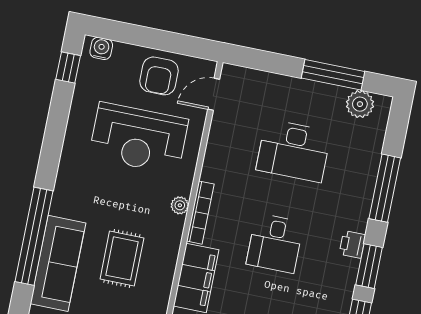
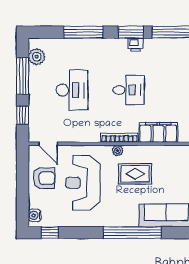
window: (269, 62) -> (23, 115), added
reception desk: (139, 138) -> (83, 183), turned 180
window: (34, 236) -> (132, 233), moved
printer: (352, 245) -> (135, 45), moved
rug: (122, 258) -> (135, 174), moved

